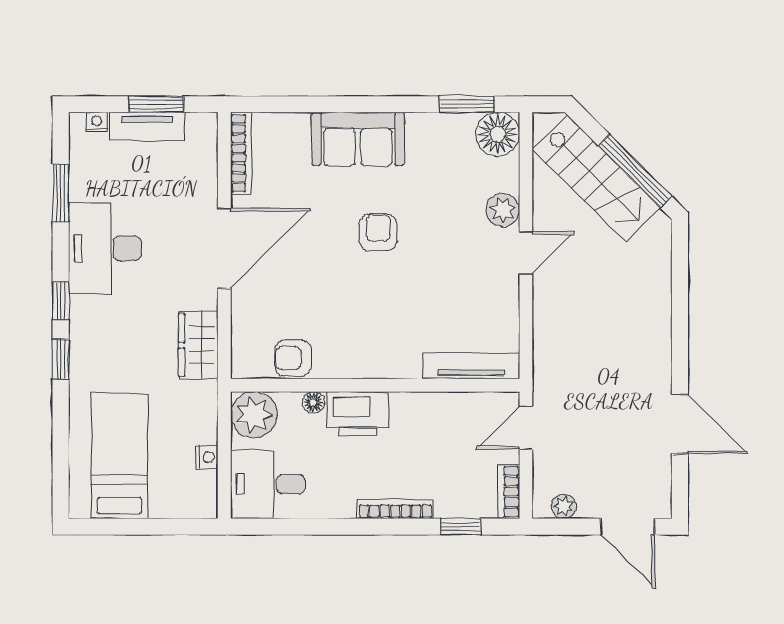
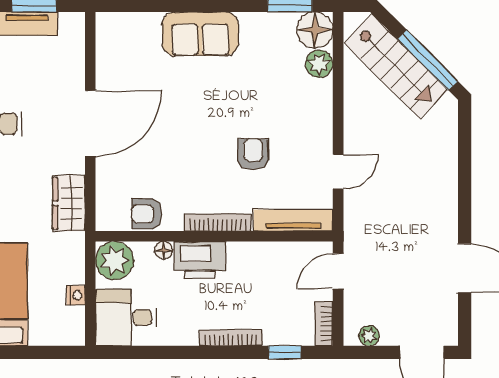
bookcase: (241, 153) -> (218, 222), moved, turned -90
plant: (503, 210) -> (319, 64), moved
armchair: (378, 232) -> (253, 154), moved
door: (526, 253) -> (338, 172), moved

